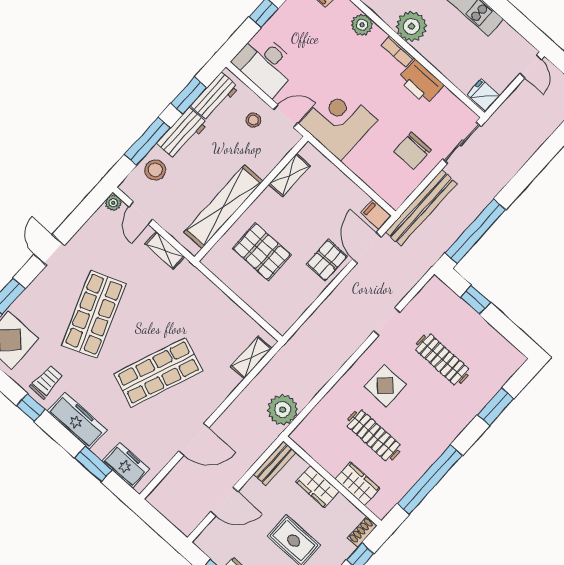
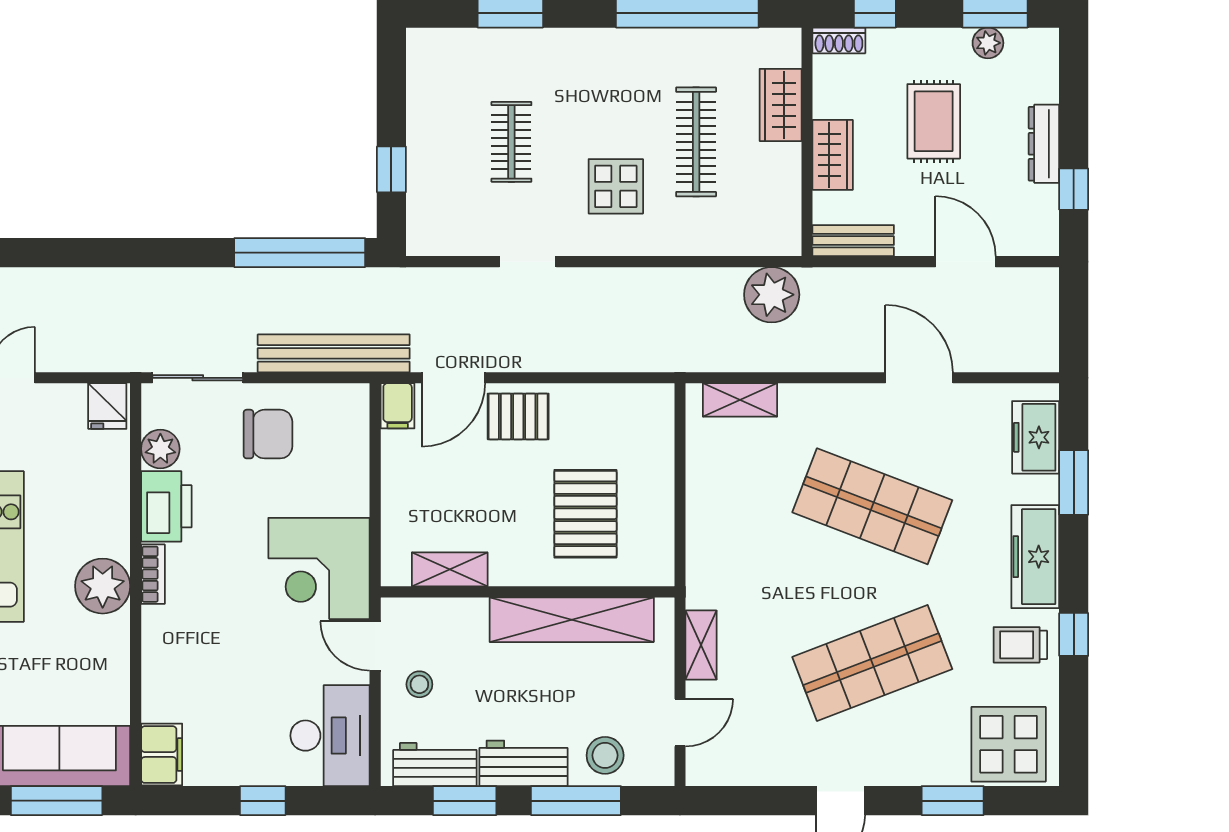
plant: (362, 25) -> (160, 449), moved
plant: (113, 203) -> (700, 772), removed
clothes rail: (442, 359) -> (511, 142), width x0.73

